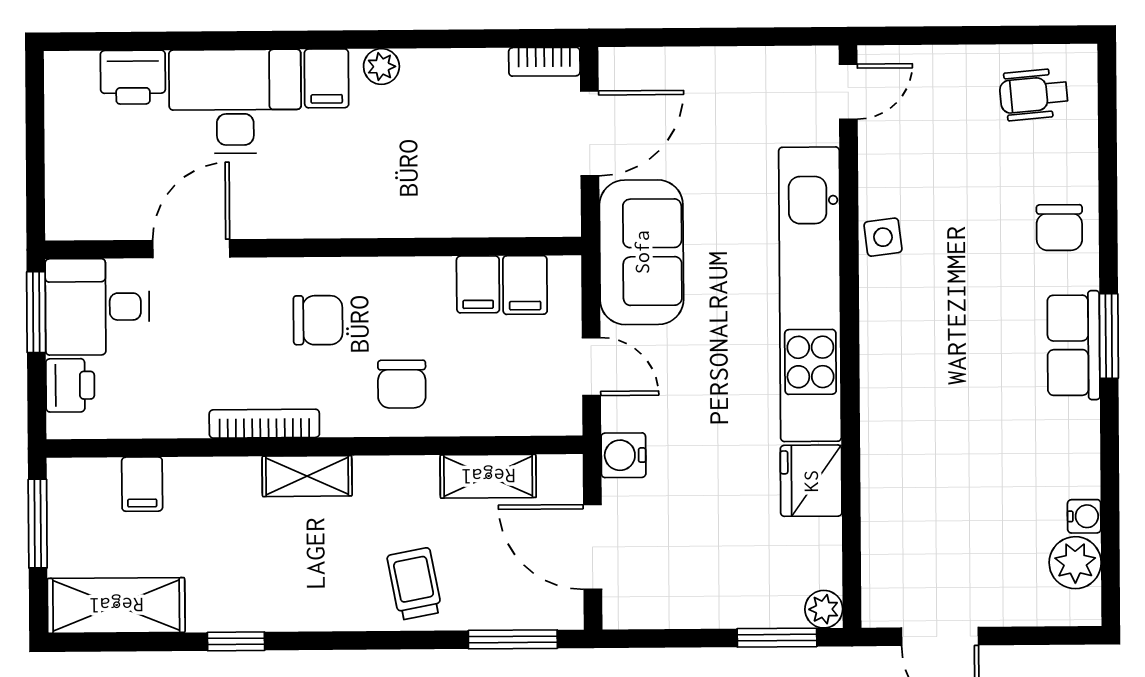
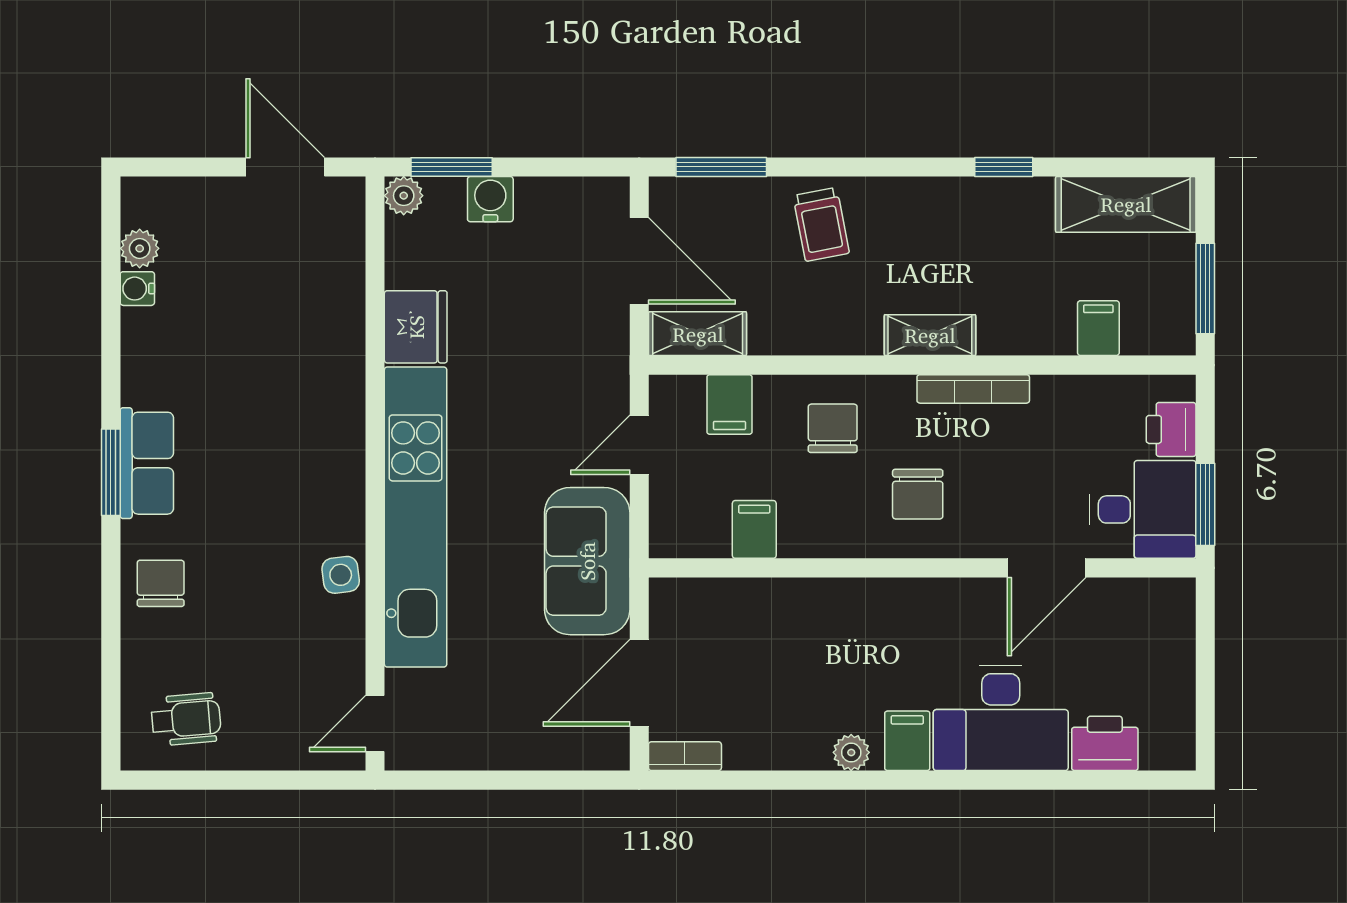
filing cabinet: (525, 285) -> (729, 404), moved, turned 180
chair: (318, 320) -> (918, 494), turned -90
door: (591, 367) -> (639, 445), hinge flipped
water cooler: (623, 455) -> (490, 199), moved, turned -90
shelving: (488, 476) -> (698, 334), moved
plant: (1075, 563) -> (140, 248), width x0.73, depth x0.73

